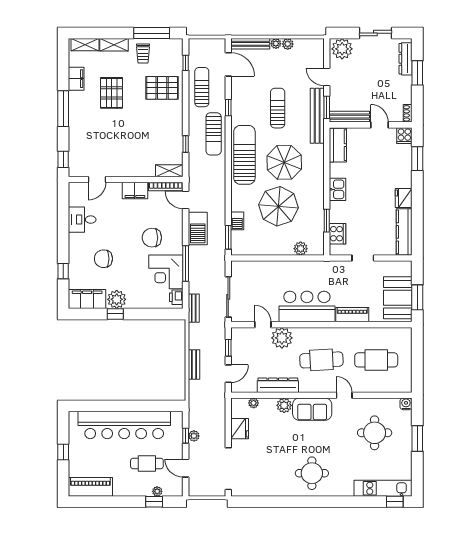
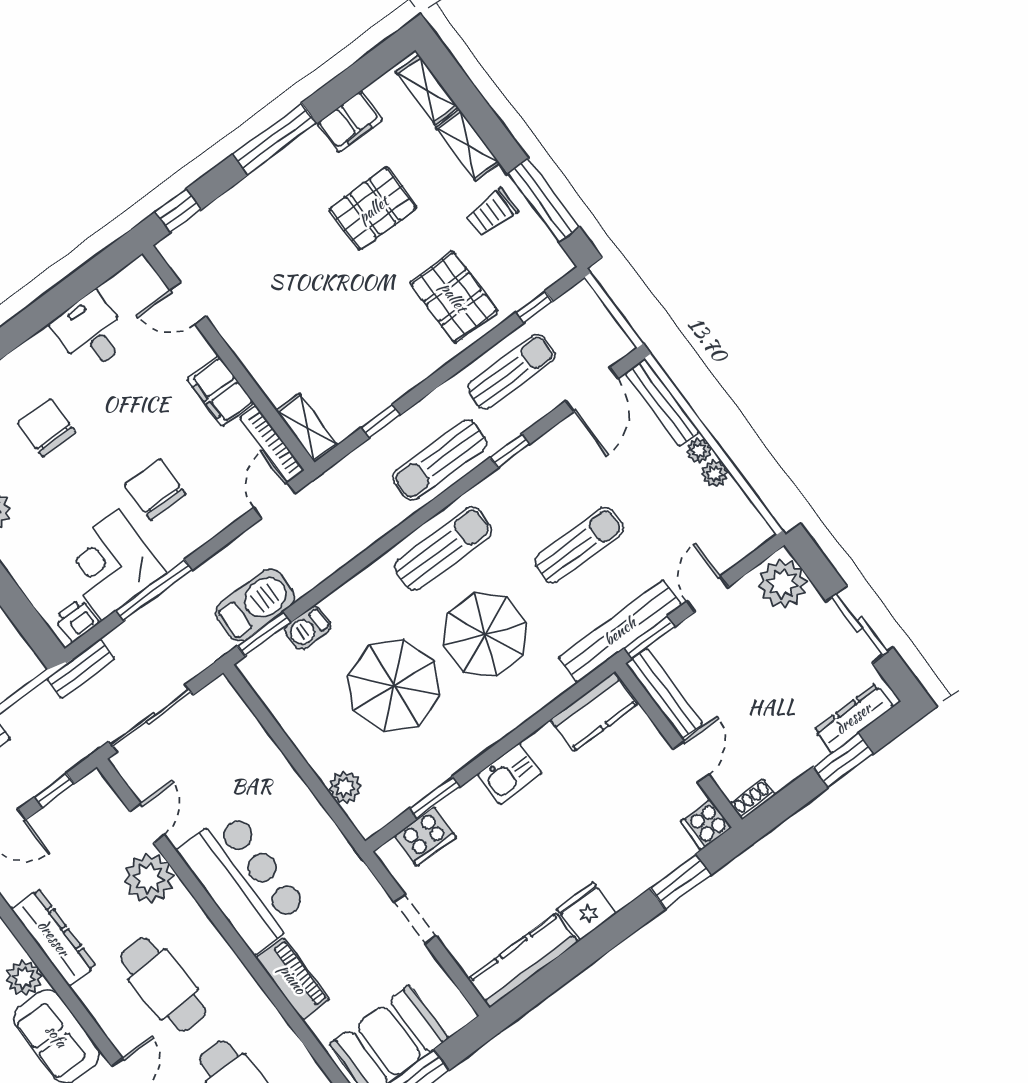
sun lounger: (244, 155) -> (443, 548), width x0.73, depth x0.75
barbecue: (198, 228) -> (255, 605), moved, turned 180

